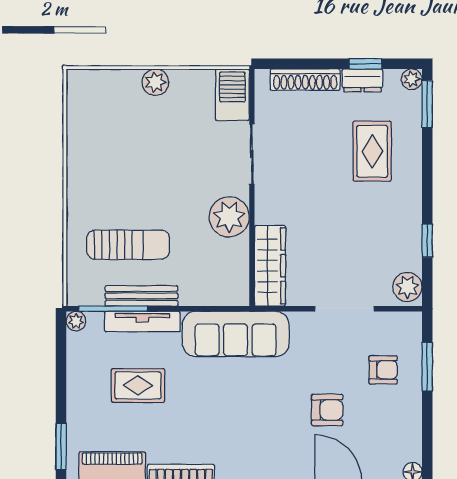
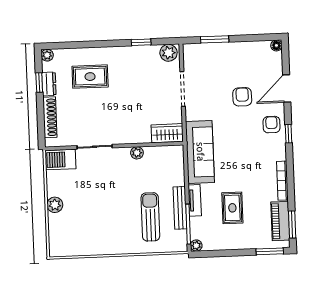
window: (427, 104) -> (61, 46), removed
plant: (229, 217) -> (137, 153), width x0.53, depth x0.53
wardrobe: (270, 266) -> (167, 133), width x0.67
tv unit: (142, 322) -> (195, 200), width x0.71
armchair: (383, 370) -> (271, 125), moved

